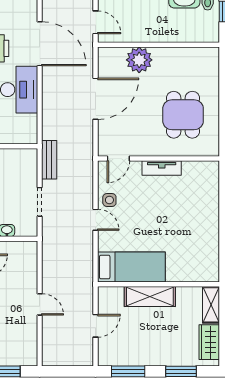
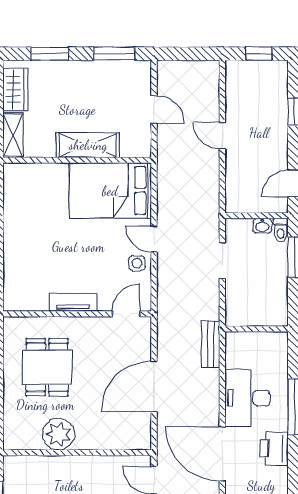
plant: (139, 60) -> (59, 434), moved
bench: (49, 160) -> (211, 344), moved
bed: (131, 267) -> (110, 191), width x1.50
door: (96, 326) -> (154, 109), swing flipped

